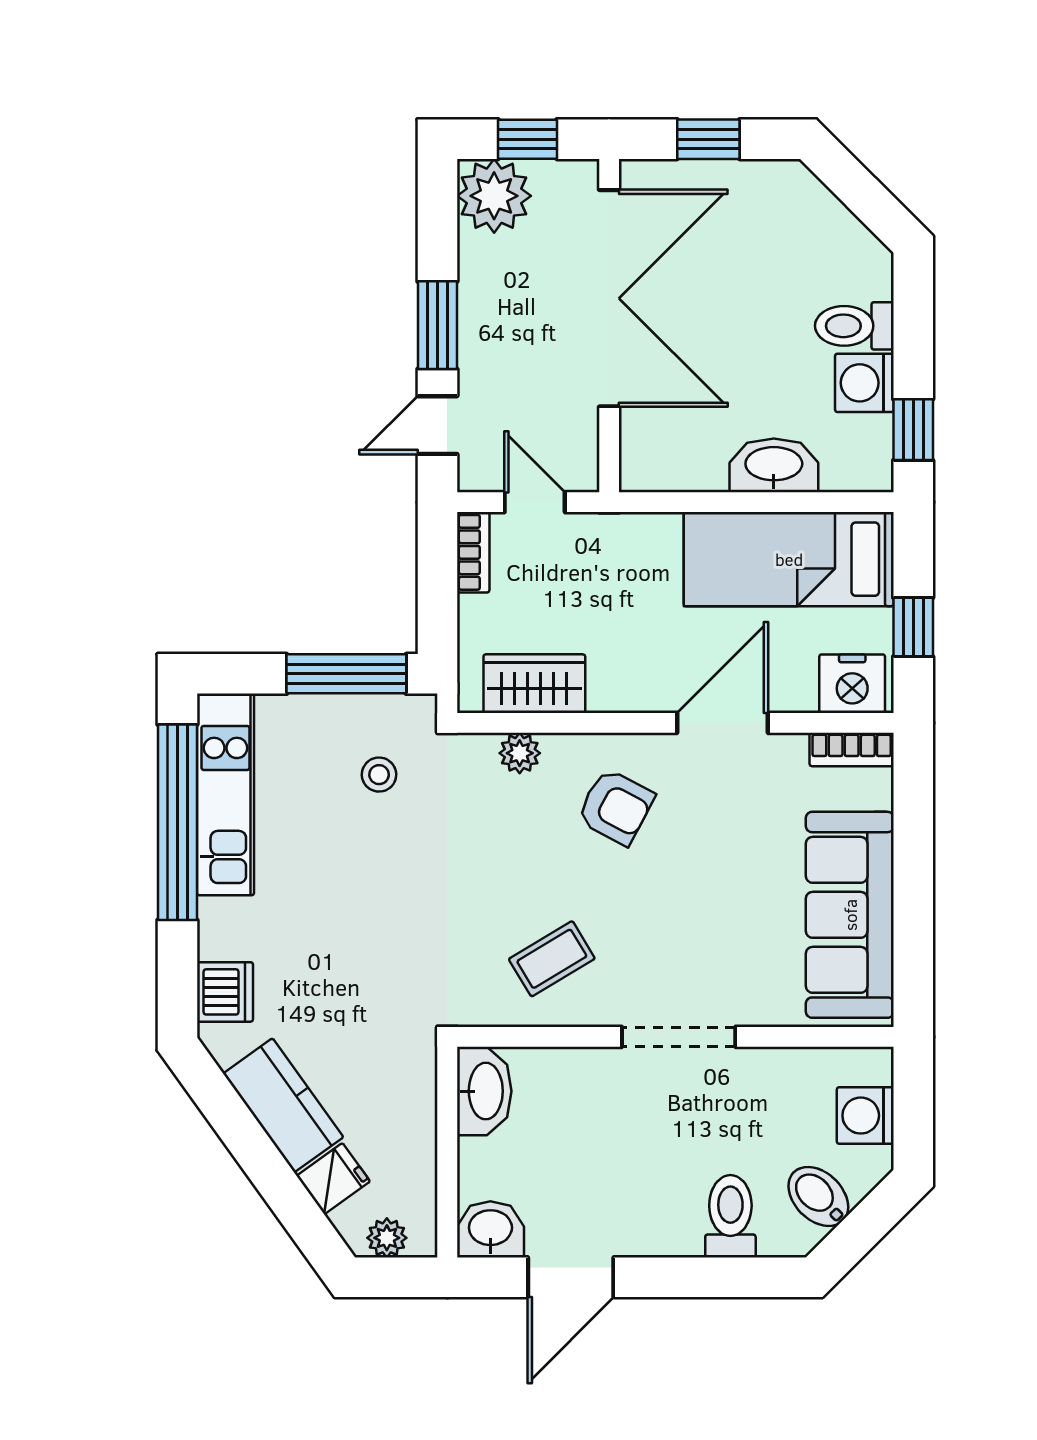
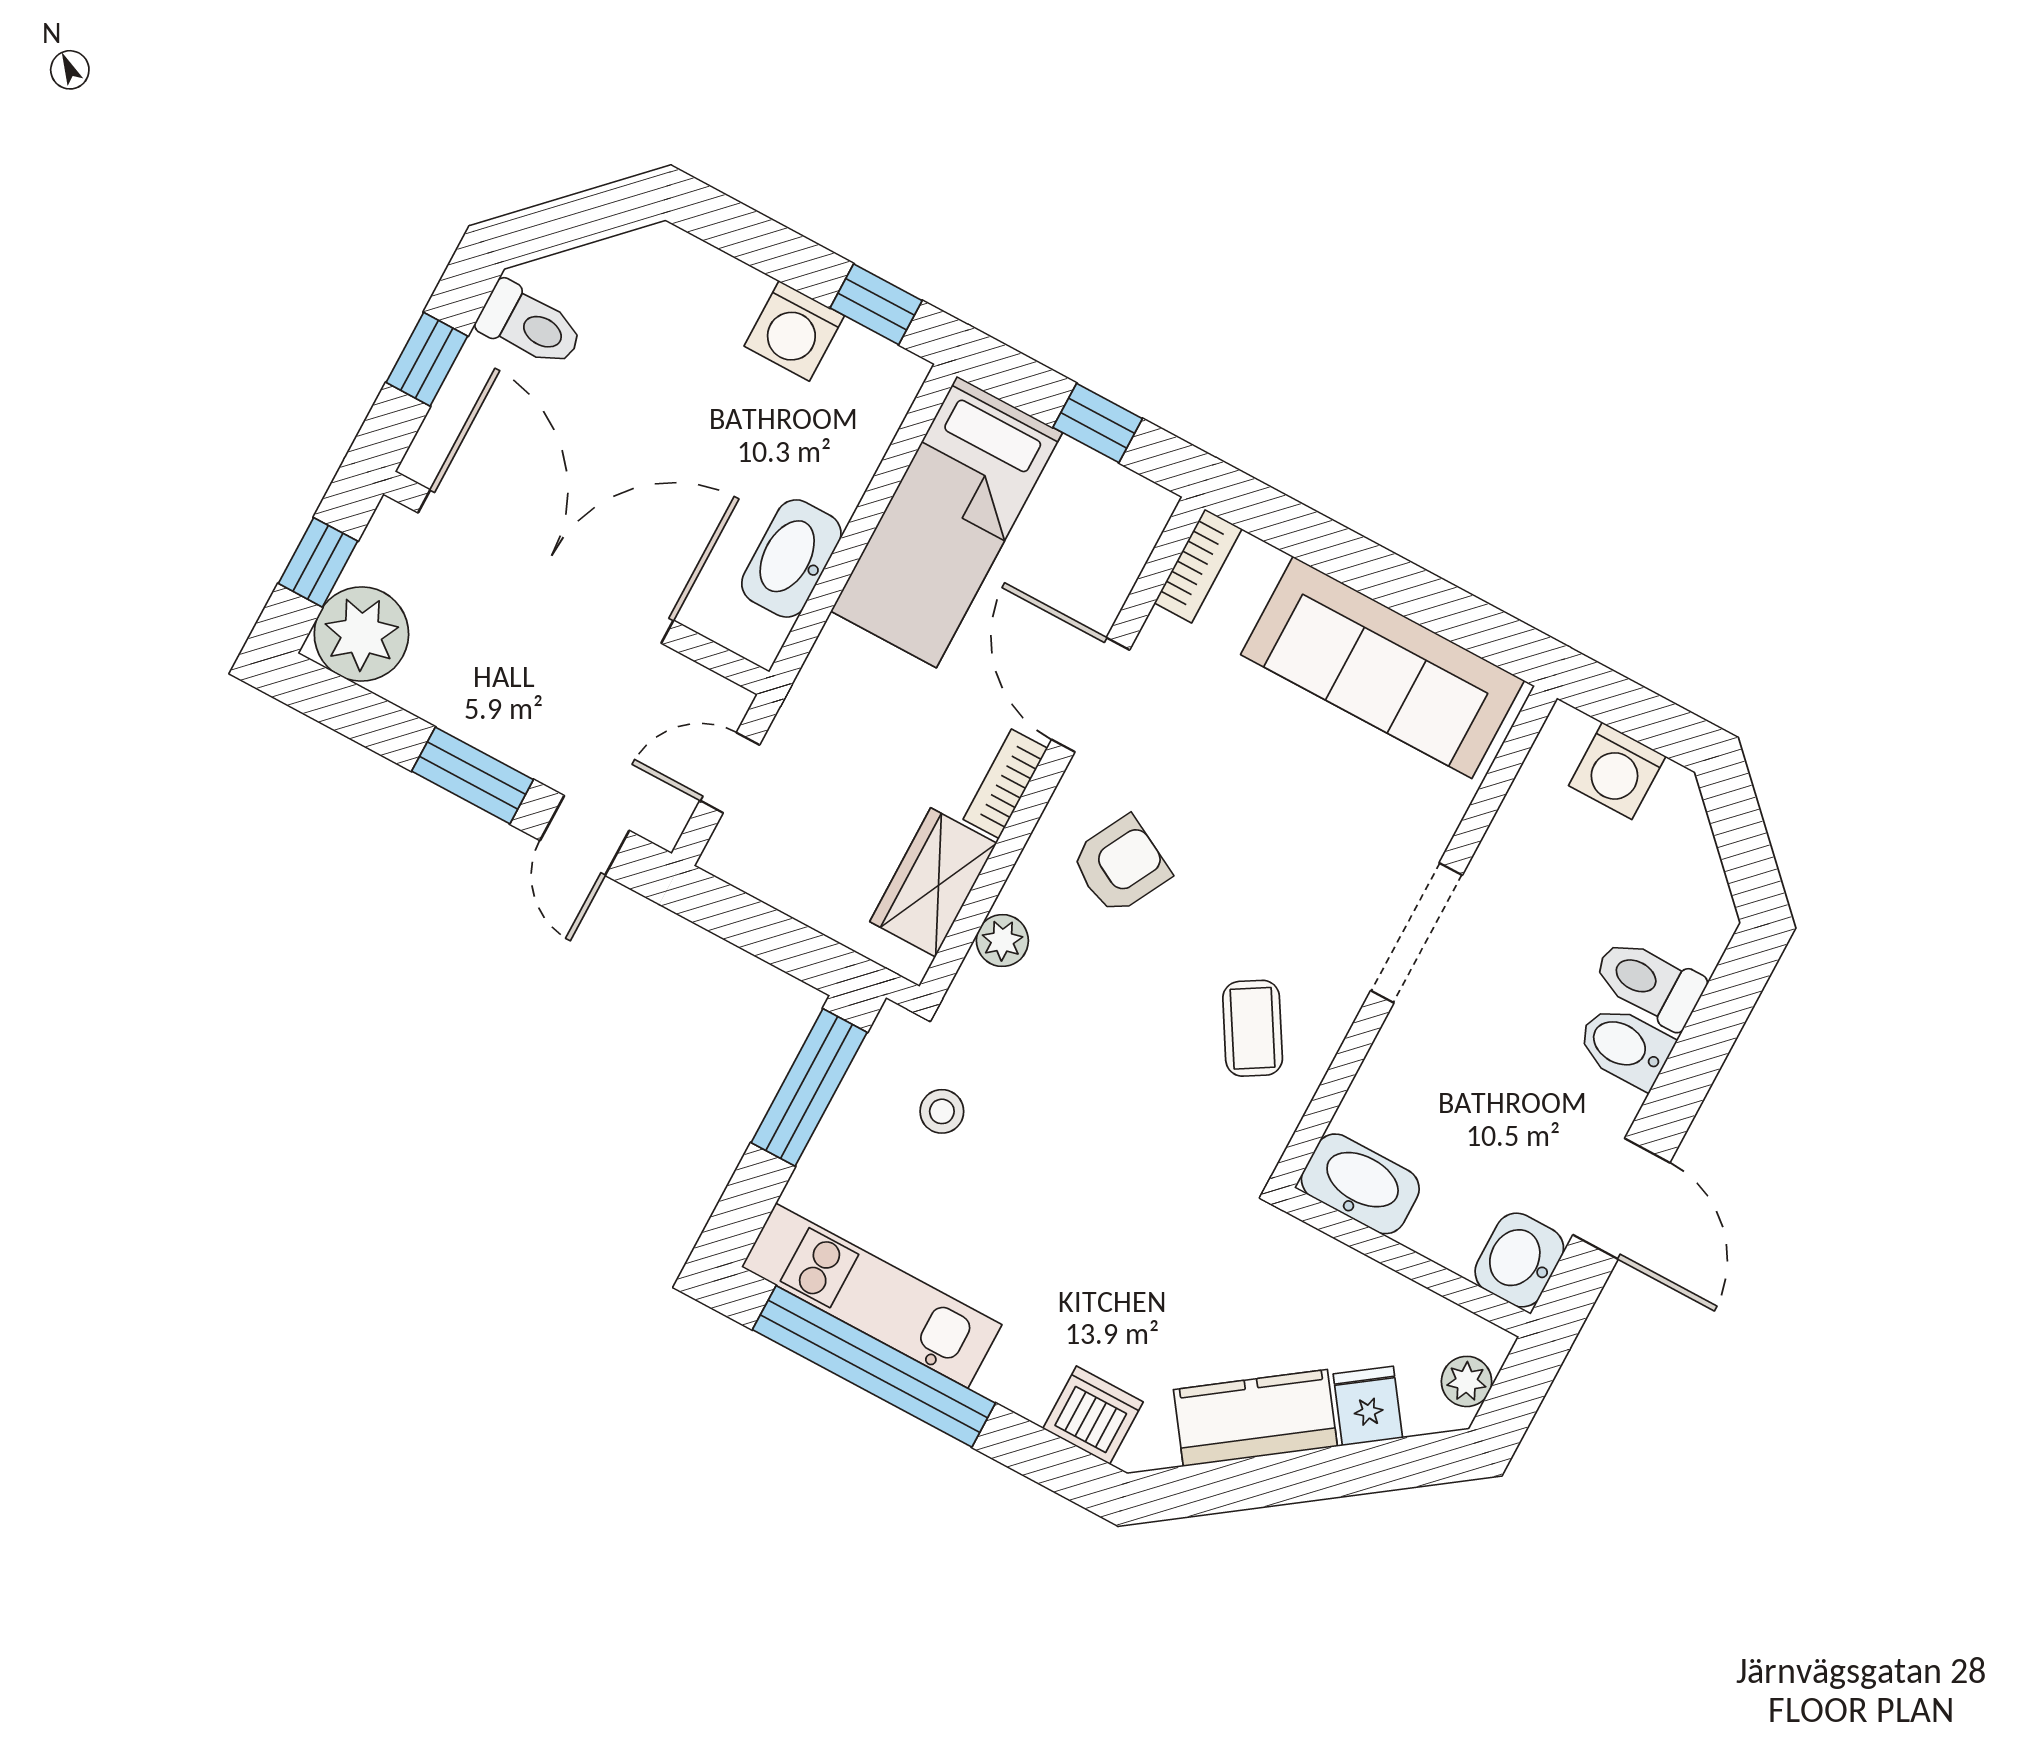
toilet: (854, 326) -> (530, 325), moved, turned -90
washbasin: (774, 465) -> (791, 558), moved
bookcase: (473, 552) -> (1005, 784), moved, turned -90
nightstand: (852, 684) -> (1125, 526), removed
bidet: (818, 1196) -> (1625, 1046), moved, turned 45

